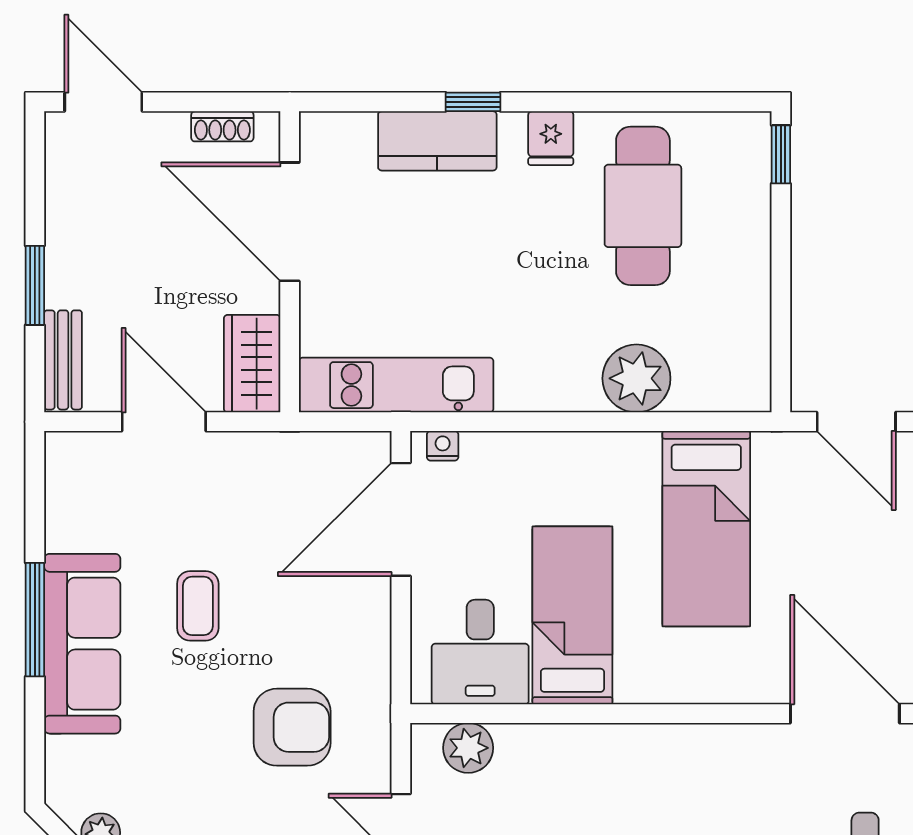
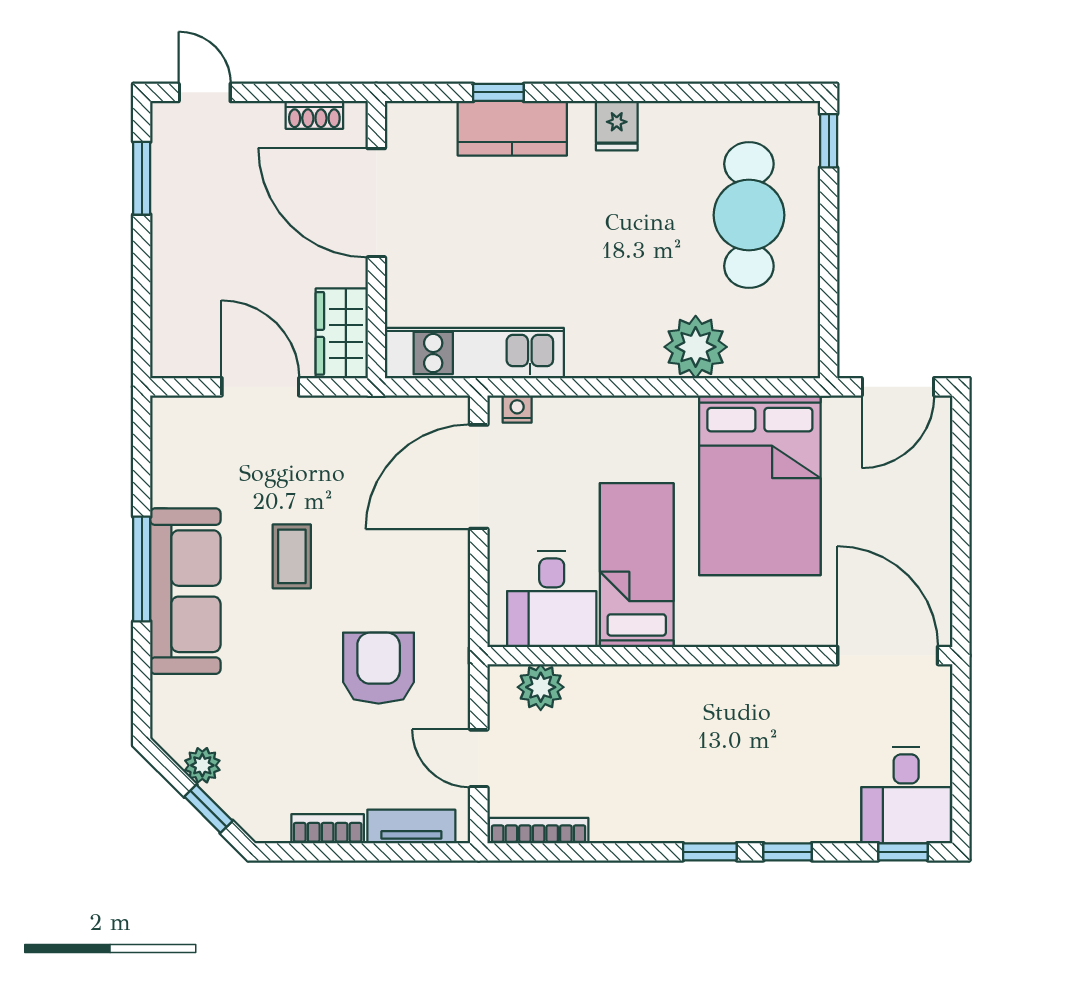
door: (103, 102) -> (205, 92), width x0.73
window: (473, 102) -> (498, 92), moved
cafe table: (643, 206) -> (749, 215), moved
window: (35, 285) -> (142, 178), moved
bench: (63, 360) -> (168, 330), removed
door: (856, 422) -> (898, 387), hinge flipped
bed: (706, 529) -> (760, 485), width x1.50
armchair: (292, 727) -> (379, 668), turned -90

